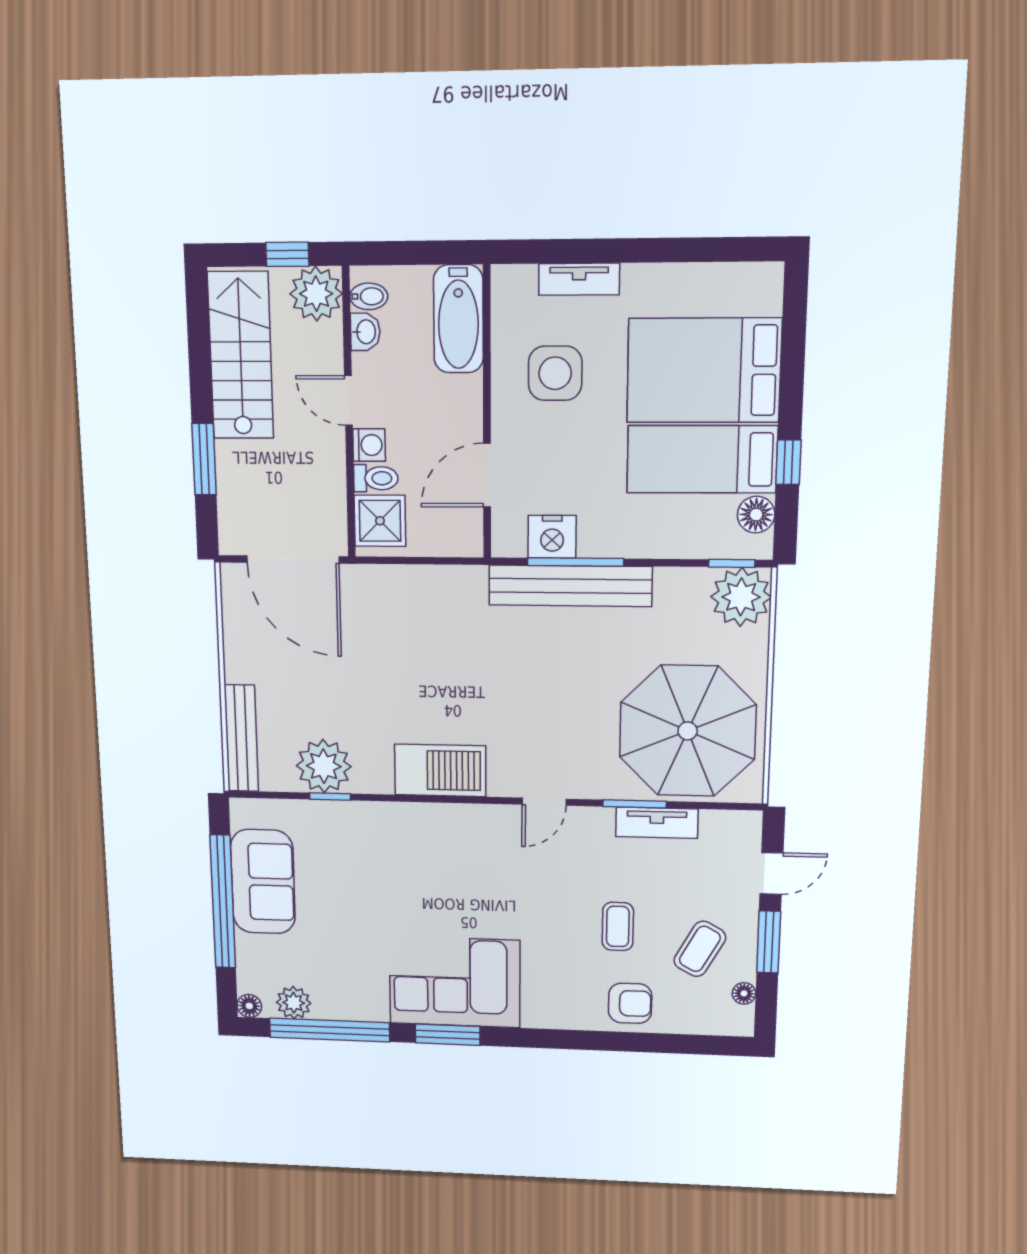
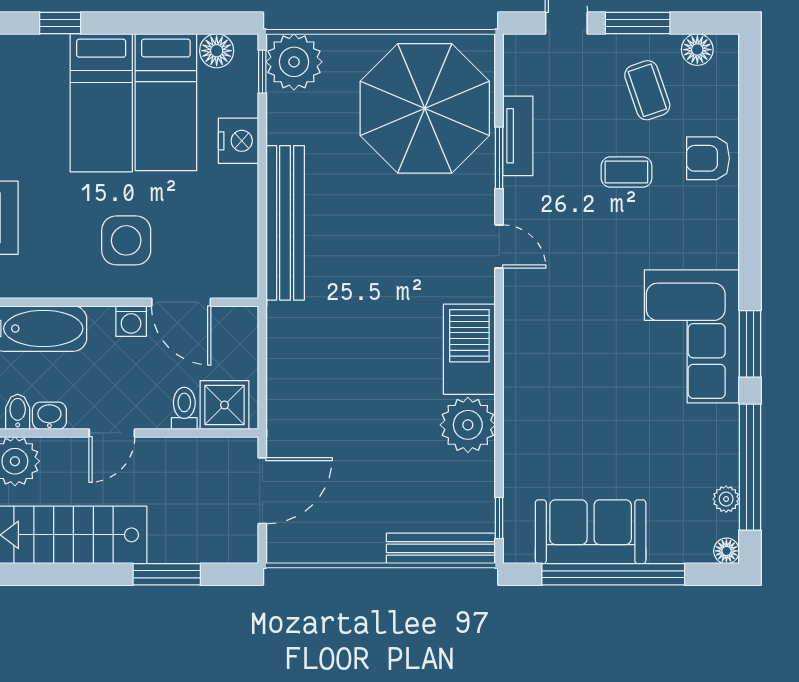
bed: (704, 371) -> (101, 103), width x0.67
side table: (555, 373) -> (126, 240), moved
washing machine: (369, 445) -> (131, 321), moved, turned 180
window: (788, 462) -> (60, 23), moved
nightstand: (552, 537) -> (239, 141), moved
door: (293, 560) -> (262, 491), width x0.73
window: (575, 562) -> (262, 218), removed
plant: (324, 766) -> (468, 425), moved
window: (330, 797) -> (499, 518), moved
coffee table: (700, 949) -> (647, 90), turned 42
floor lamp: (744, 993) -> (697, 50), width x1.37, depth x1.37
plant: (294, 1003) -> (726, 499), width x0.73, depth x0.73
armchair: (630, 1003) -> (708, 158), turned -90

